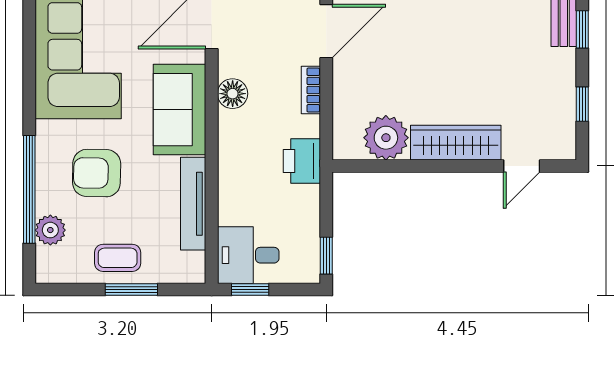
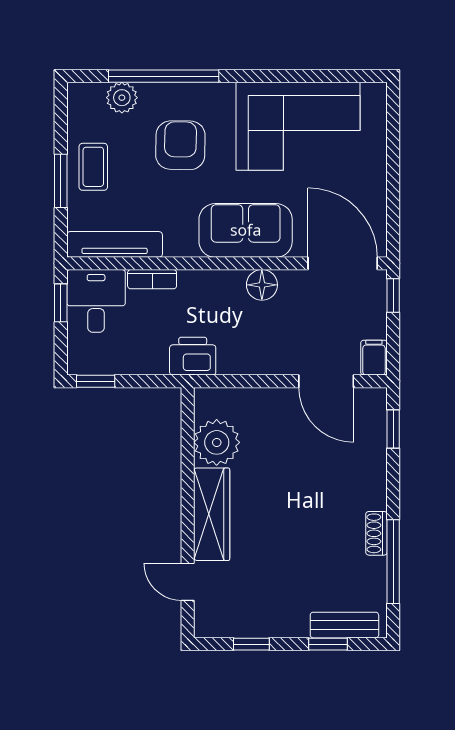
bookcase: (311, 90) -> (152, 279), moved, turned 180
tv unit: (193, 204) -> (115, 244), moved

